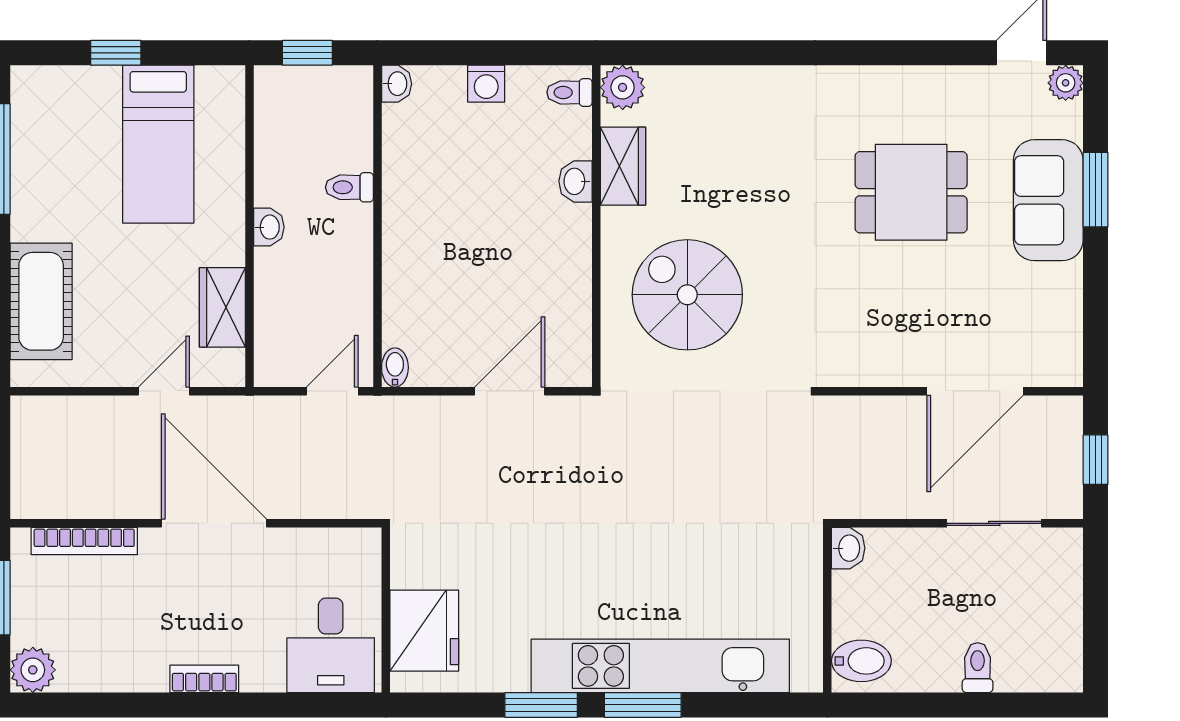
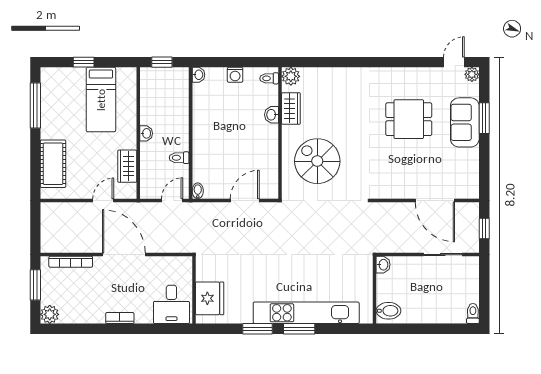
toilet: (349, 187) -> (179, 158), moved
door: (975, 391) -> (435, 201), hinge flipped
toilet: (978, 668) -> (473, 313), moved

